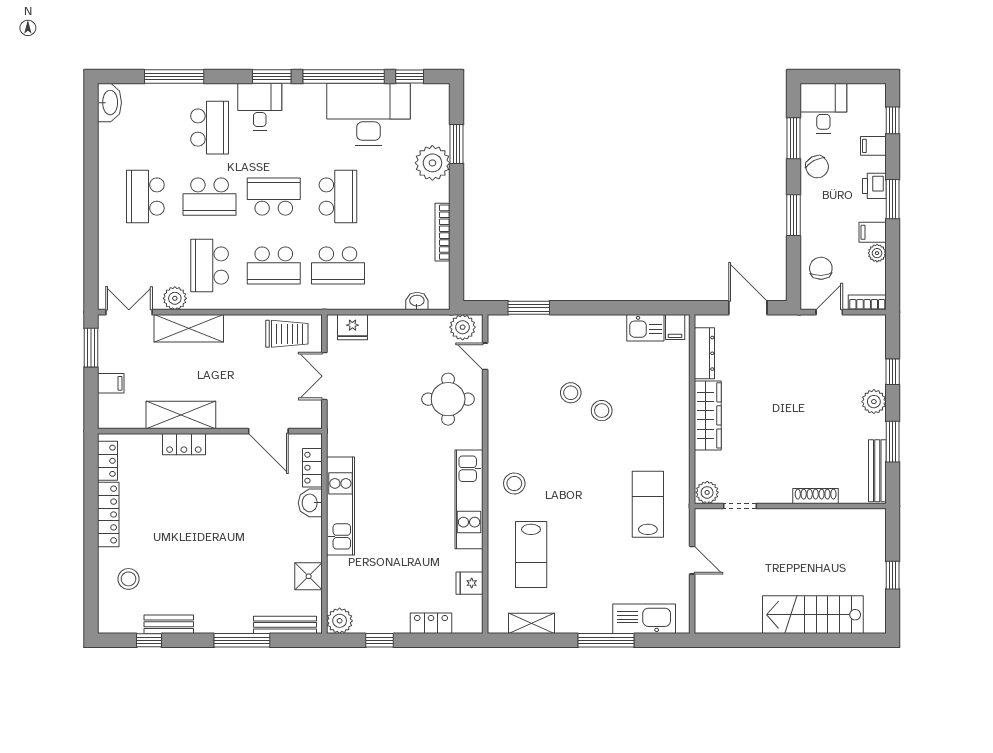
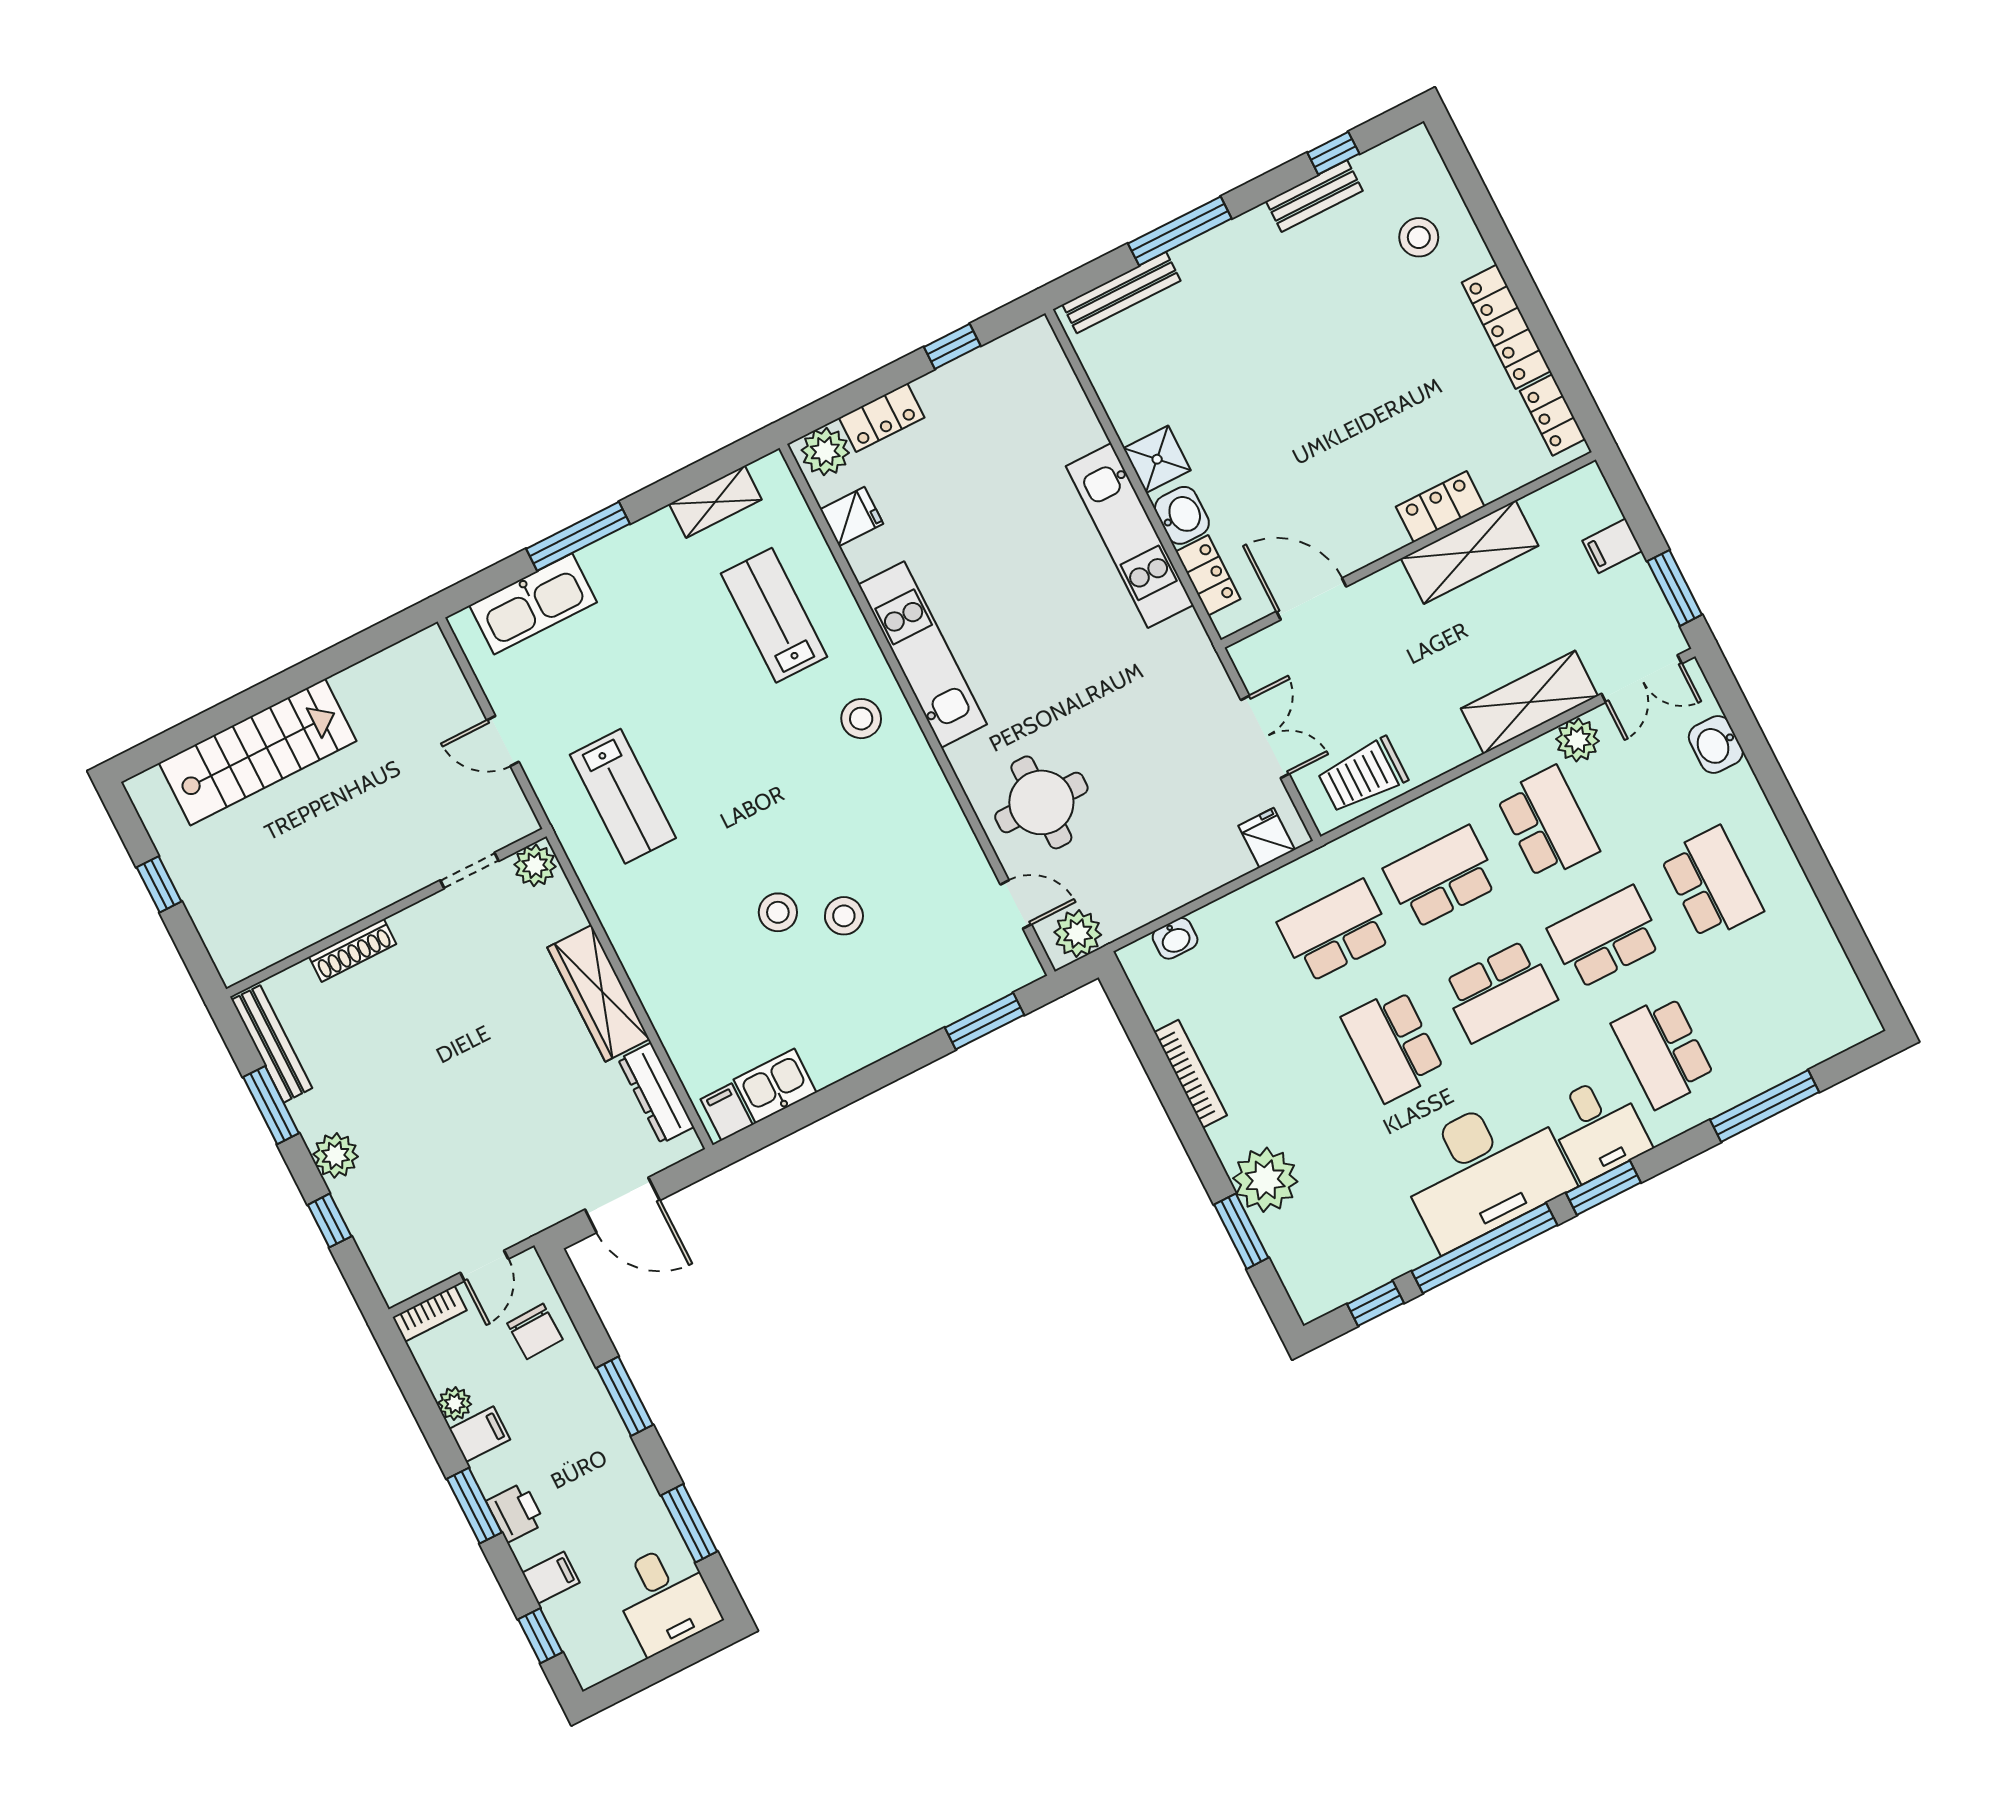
washbasin: (109, 103) -> (1716, 745), moved, width x0.72
desk: (368, 114) -> (1484, 1170), moved
chair: (817, 167) -> (626, 1496), removed
fridge: (352, 327) -> (1267, 838), width x0.72
shower: (309, 576) -> (1157, 459), moved
plant: (340, 621) -> (825, 451), moved

